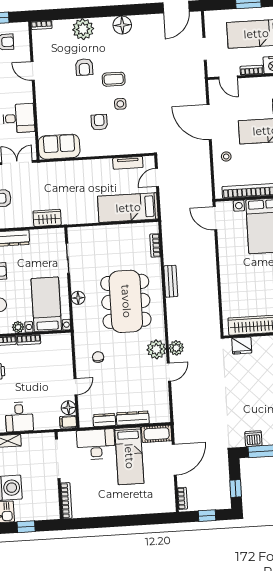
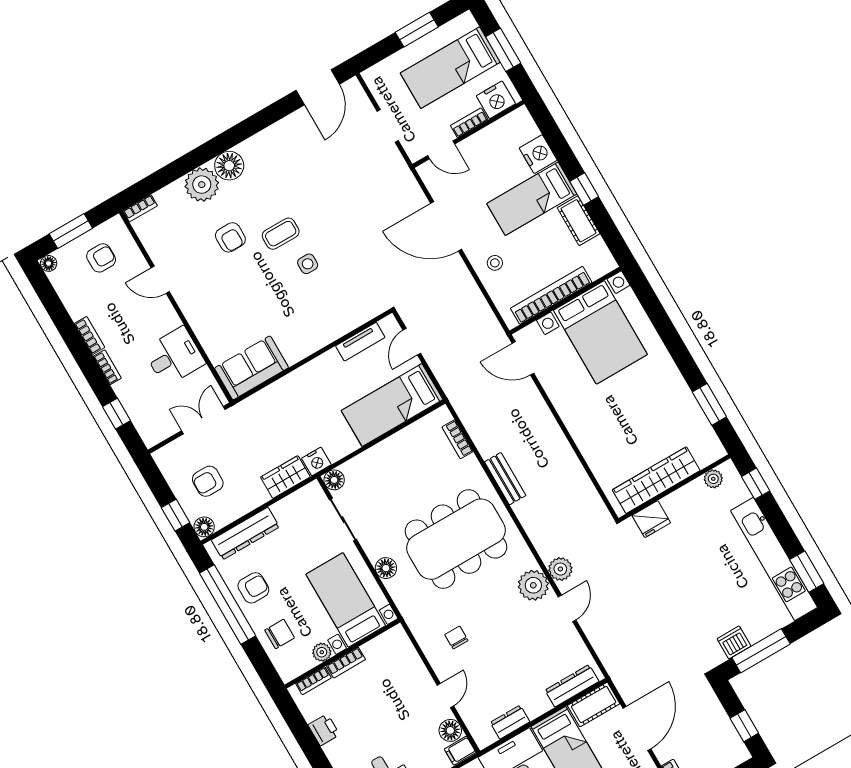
floor lamp: (122, 25) -> (229, 166), moved
armchair: (99, 122) -> (291, 305), removed
nightstand: (69, 218) -> (316, 461), added
floor lamp: (74, 233) -> (334, 480), added
dining table: (126, 301) -> (456, 539), turned 90
dresser: (133, 418) -> (572, 686), moved

